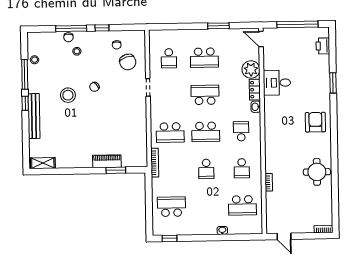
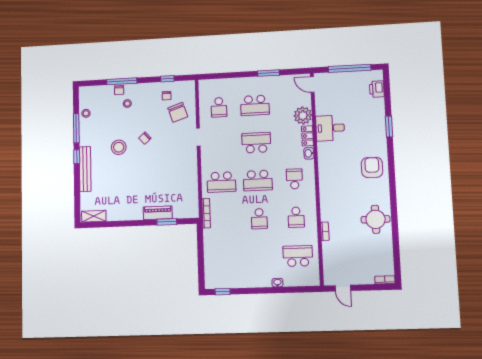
window: (102, 28) -> (167, 79), moved
school desk: (242, 205) -> (298, 256), turned 180
school desk: (171, 207) -> (224, 258), removed

